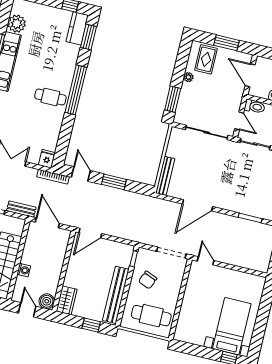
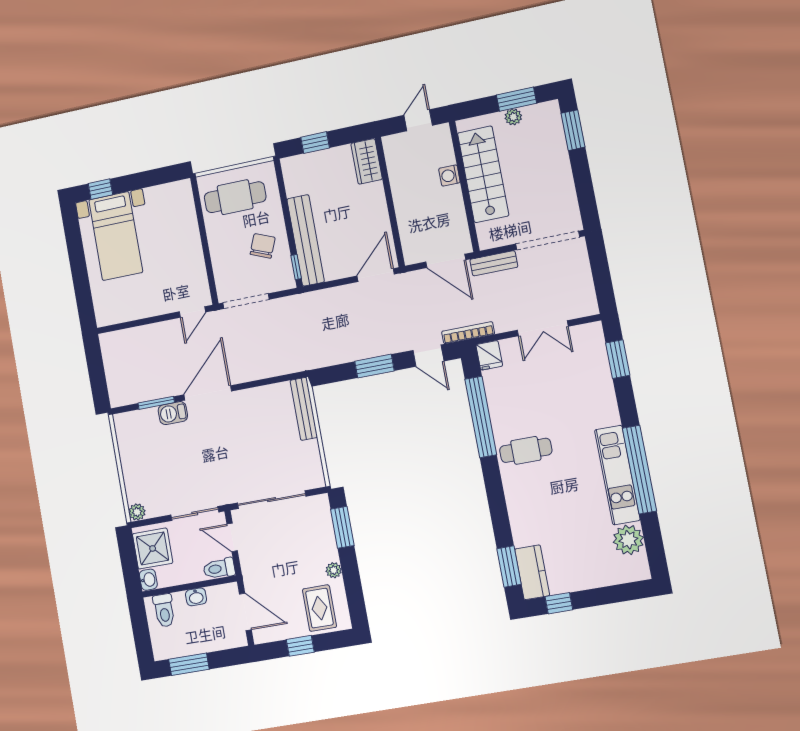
window: (227, 43) -> (300, 646), width x0.67
window: (76, 90) -> (481, 417), moved
door: (197, 205) -> (208, 393), moved
barbecue: (243, 208) -> (173, 413), added
door: (206, 261) -> (192, 312), hinge flipped
bench: (116, 295) -> (306, 240), moved
boiler: (47, 301) -> (395, 146), removed
door: (27, 310) -> (418, 120), swing flipped

